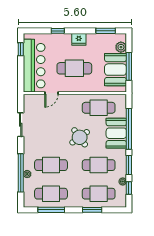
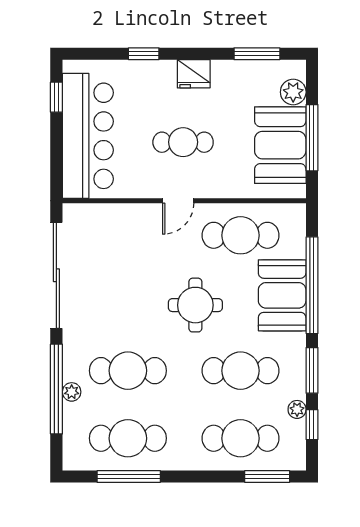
cafe table: (74, 68) -> (183, 142), width x0.73, depth x0.74
door: (52, 93) -> (178, 201), moved
sliding door: (21, 125) -> (56, 275), width x1.86
round table: (80, 137) -> (195, 305), turned 36
window: (92, 210) -> (267, 477), moved

